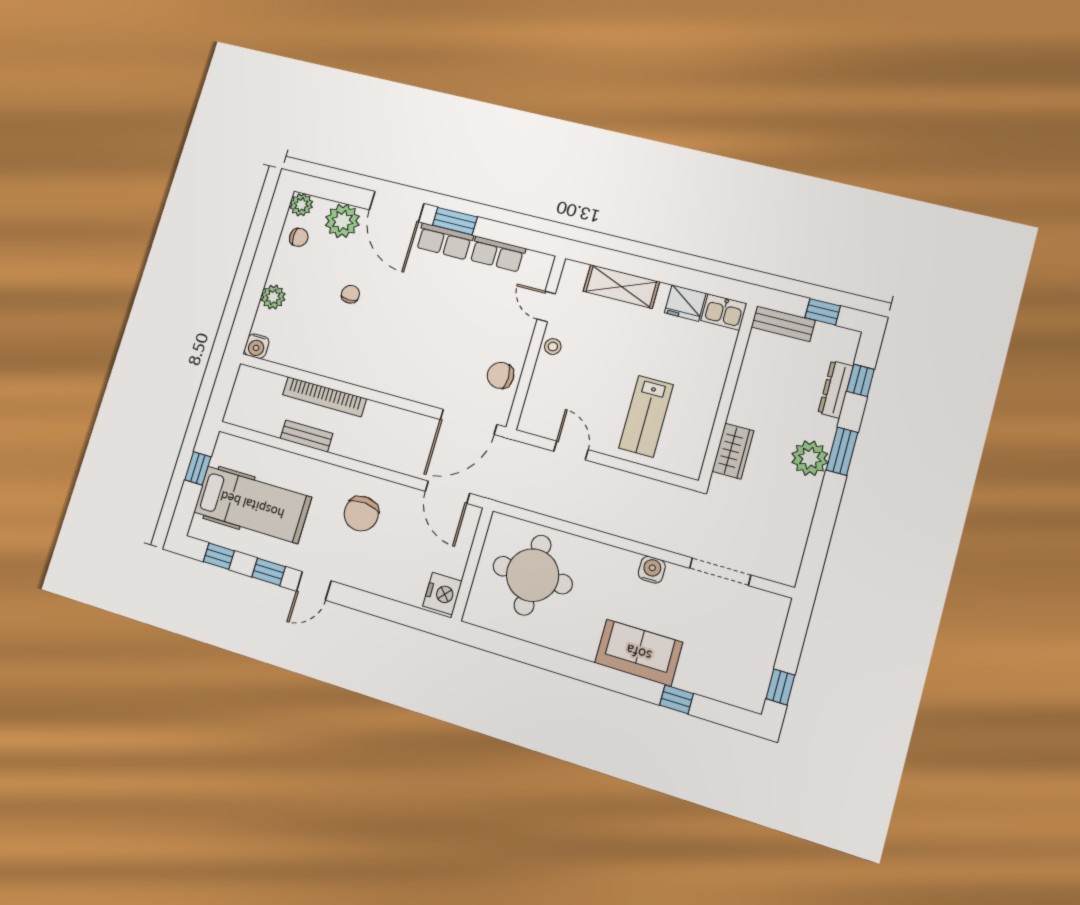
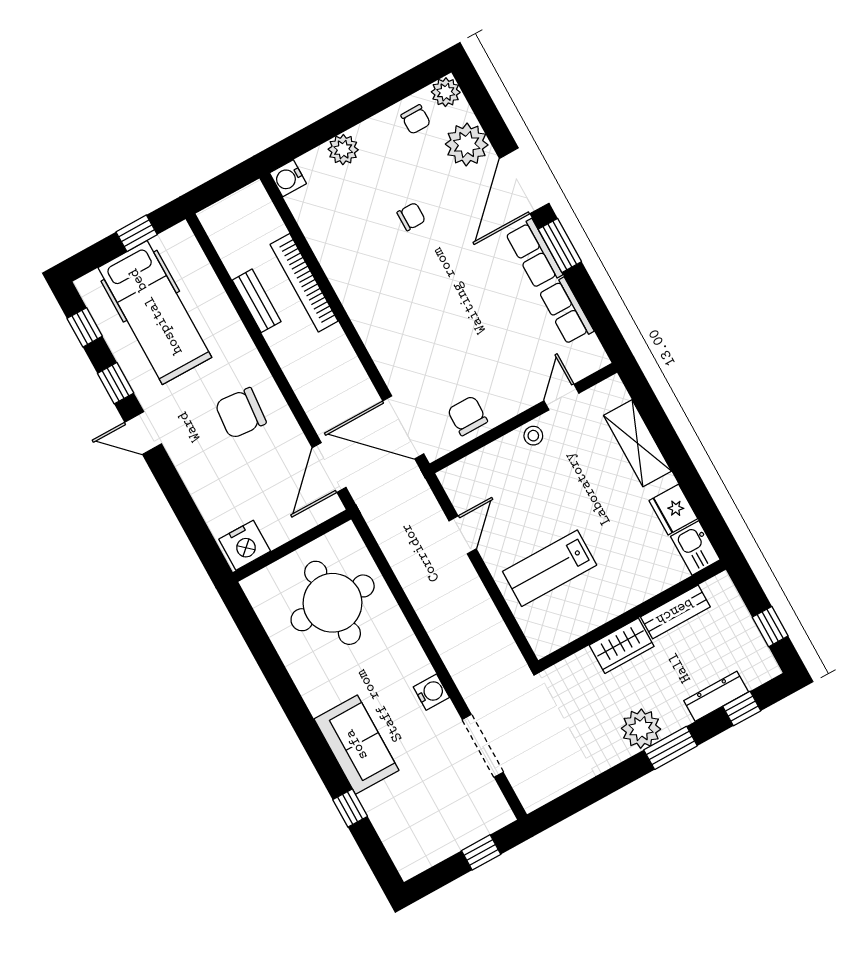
bench: (783, 324) -> (675, 612), moved, turned 90
wardrobe: (733, 451) -> (622, 646), moved
window: (780, 687) -> (481, 852), moved

